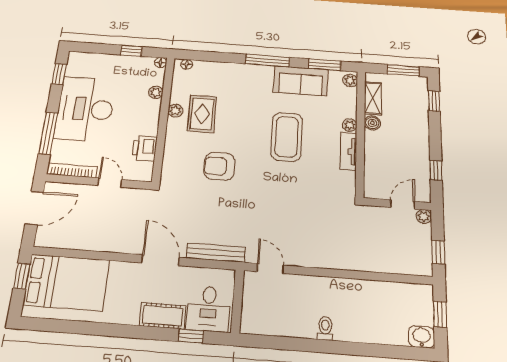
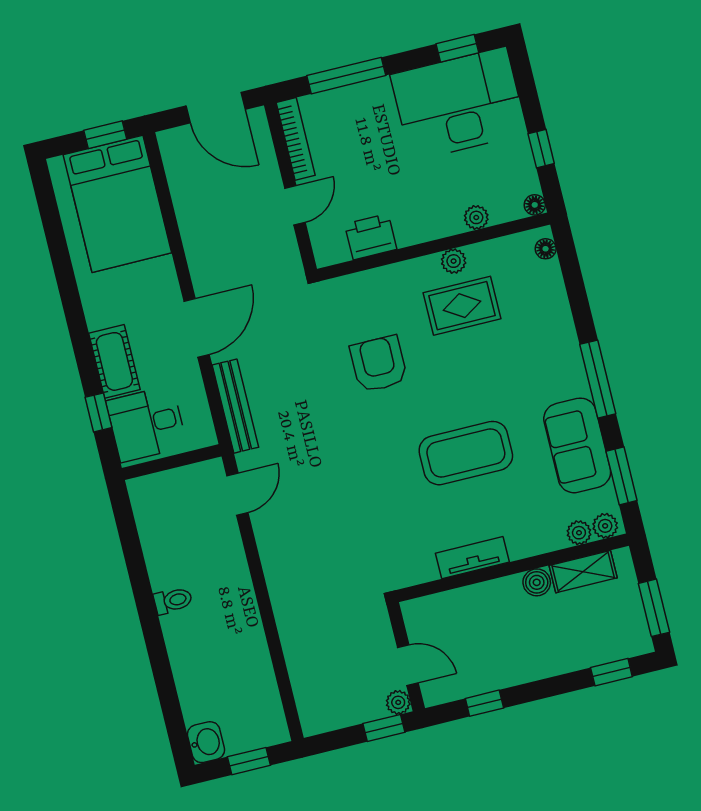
desk: (85, 109) -> (459, 104), moved
plant: (350, 125) -> (579, 533), moved
window: (438, 252) -> (384, 728), moved

